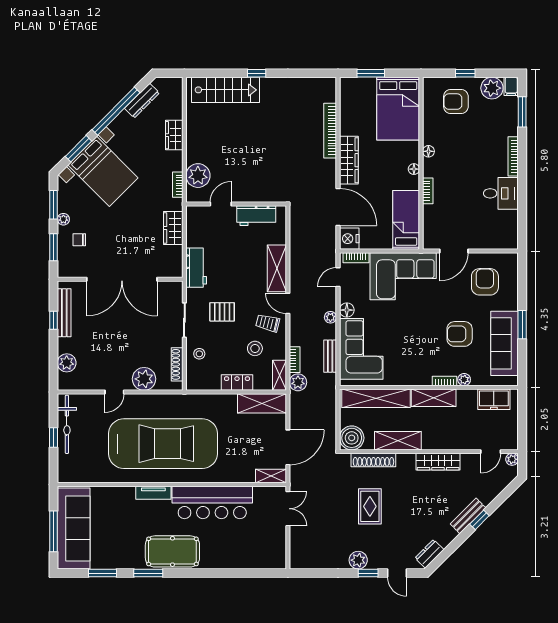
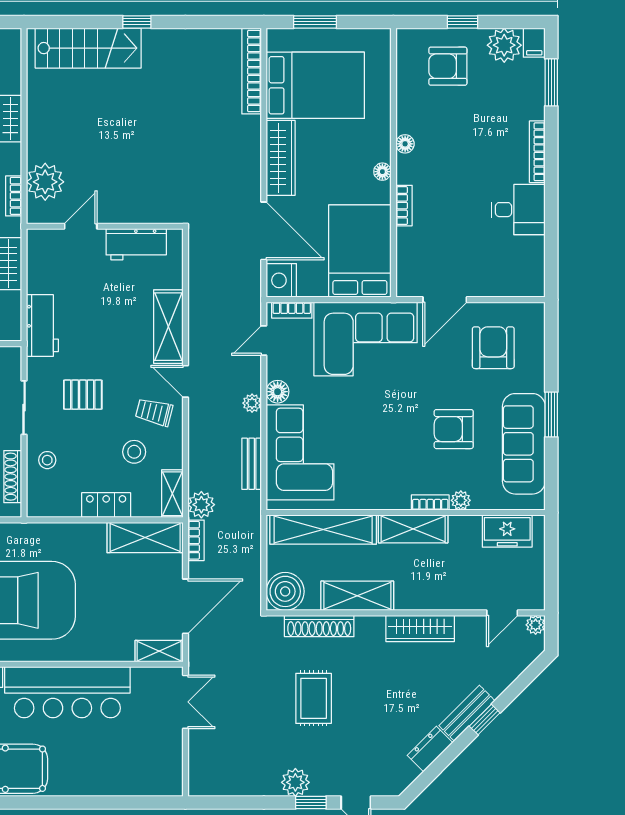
bed: (398, 109) -> (315, 85), moved, turned -90
bookcase: (330, 131) -> (252, 71), moved
bed: (406, 220) -> (360, 251), width x1.50
bookcase: (295, 360) -> (196, 540), moved
dresser: (429, 554) -> (430, 749), moved

